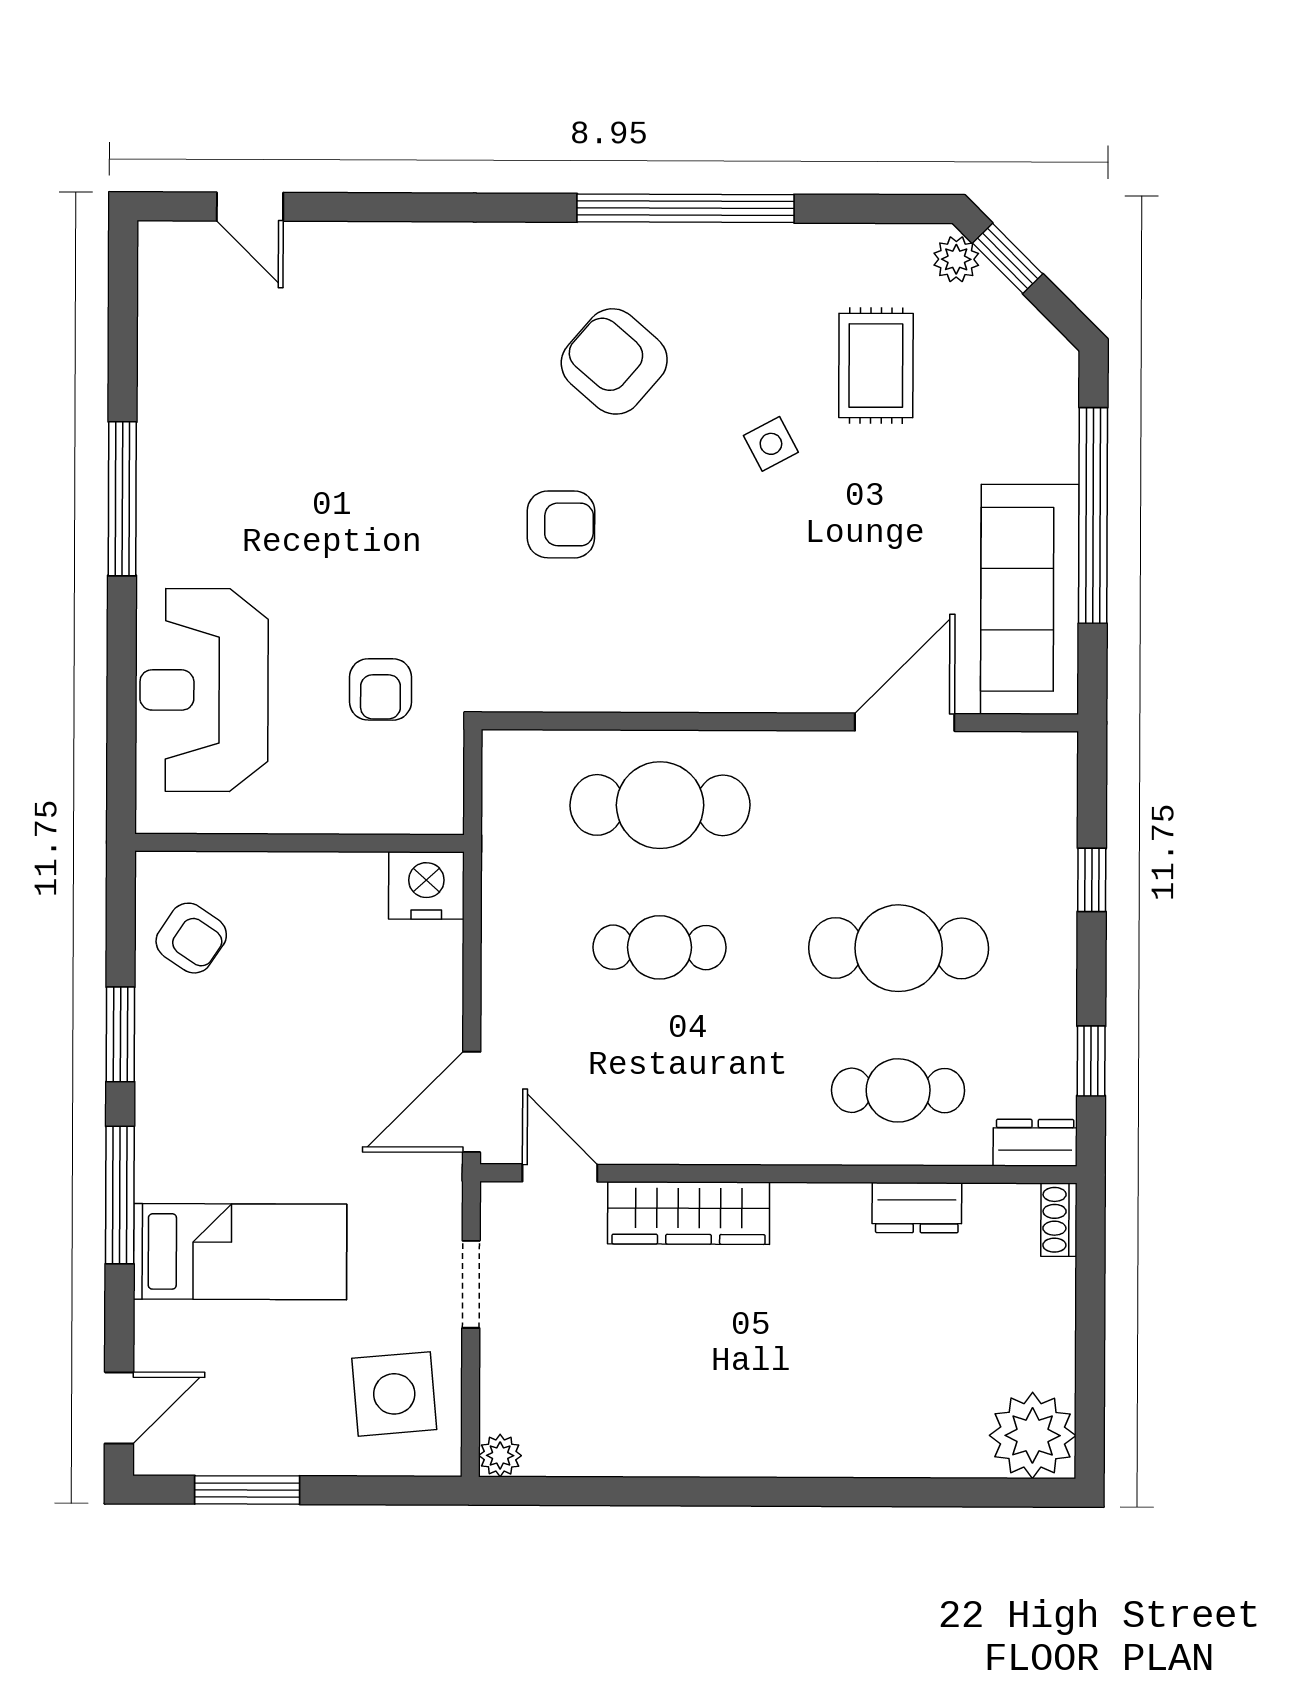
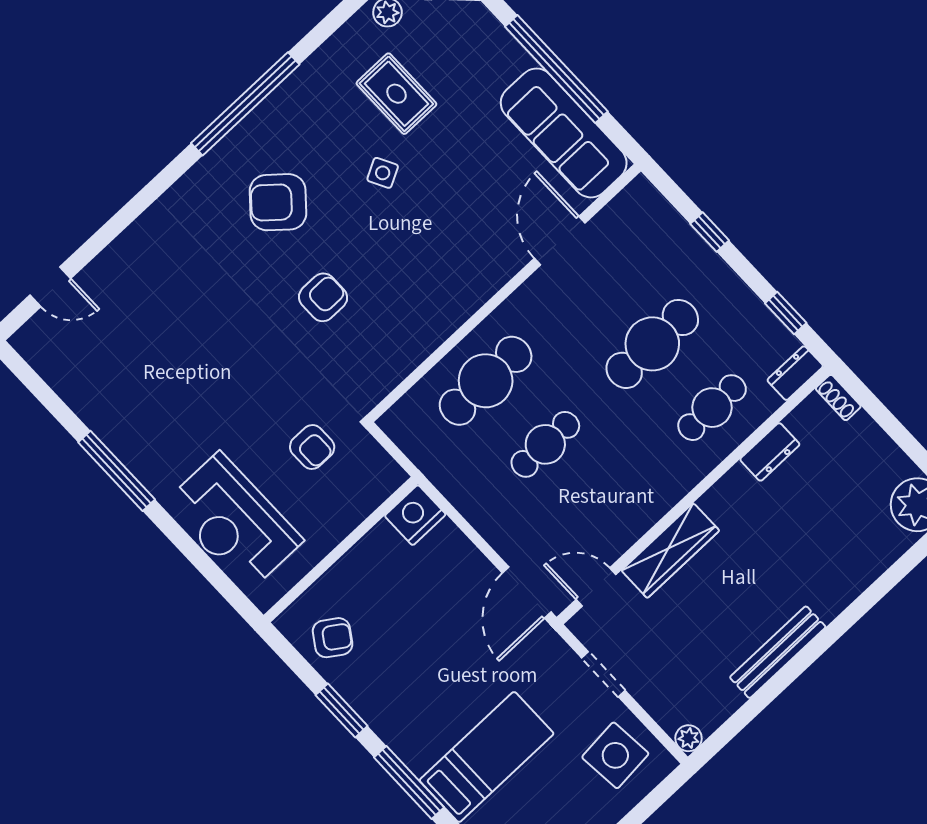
bench: (702, 1454) -> (778, 652), added

